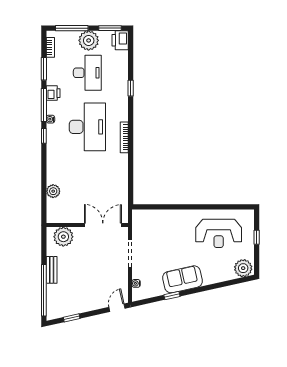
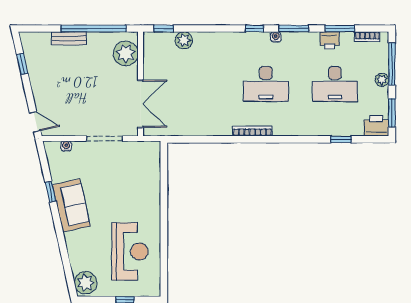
plant: (89, 40) -> (382, 80), width x0.53, depth x0.53
window: (131, 88) -> (341, 139), moved
printer: (53, 93) -> (329, 40), moved
window: (44, 105) -> (294, 29), width x0.69
desk: (87, 127) -> (266, 84), width x0.73, depth x0.77
window: (44, 207) -> (164, 29), added
reception desk: (219, 233) -> (130, 251), turned 180
bench: (52, 270) -> (69, 38), moved
window: (44, 290) -> (94, 29), moved

